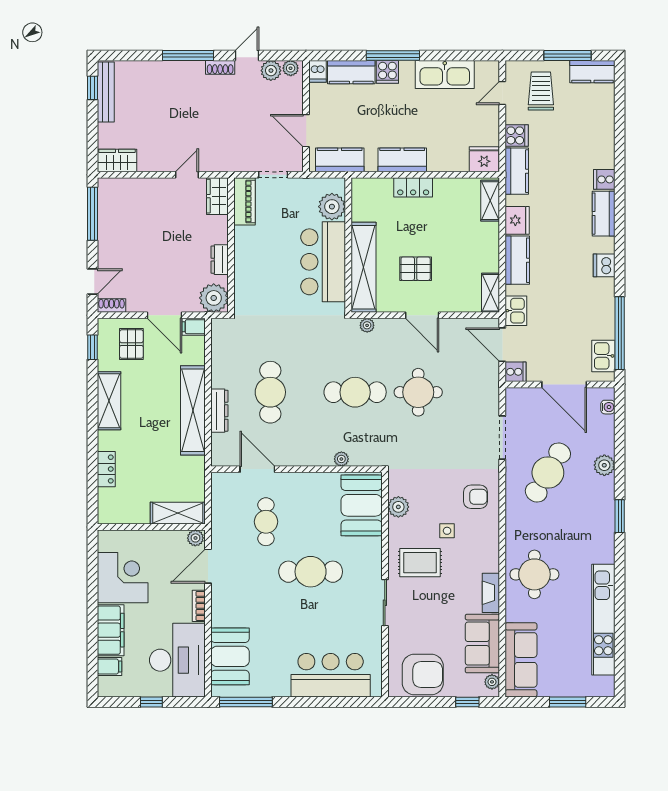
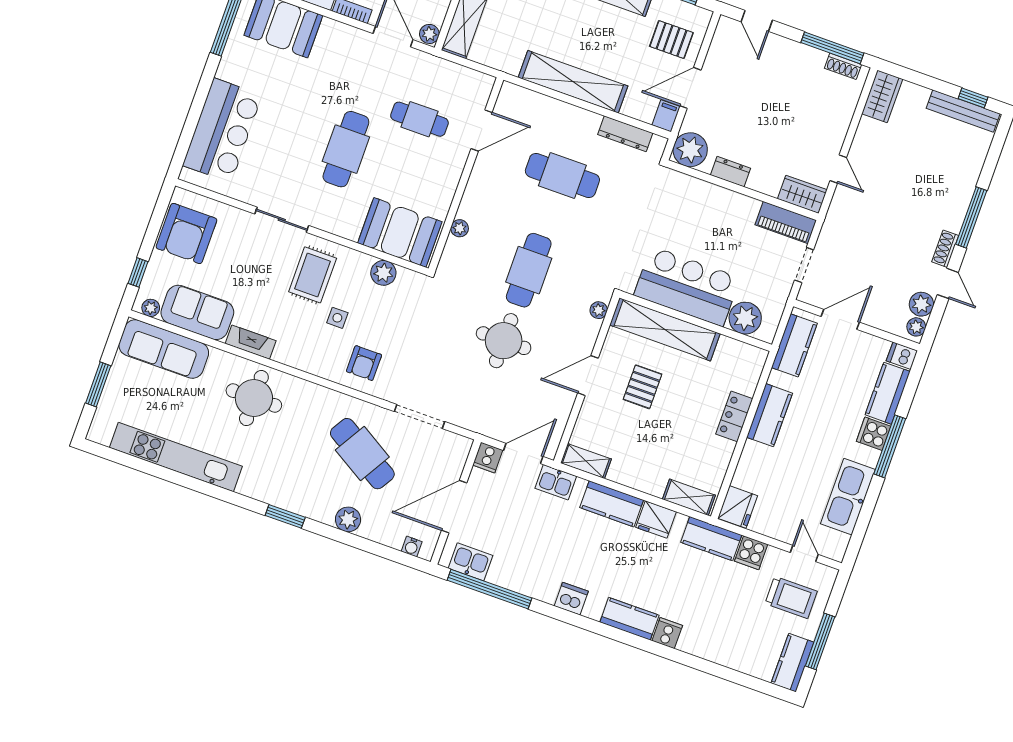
shoe rack: (111, 305) -> (843, 66), moved, turned 90
dresser: (219, 411) -> (625, 134), moved

